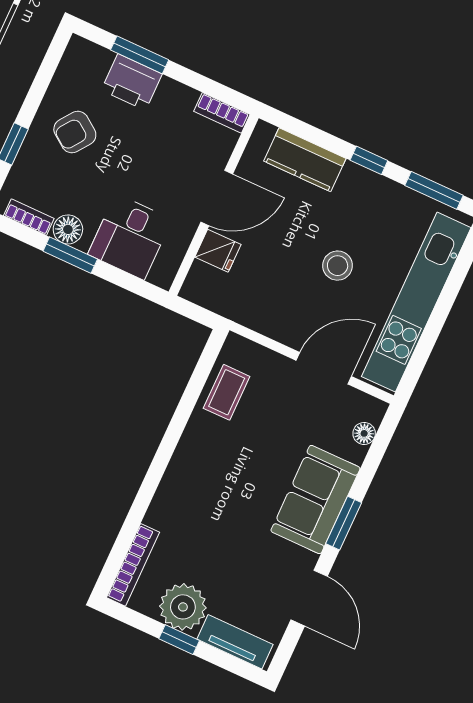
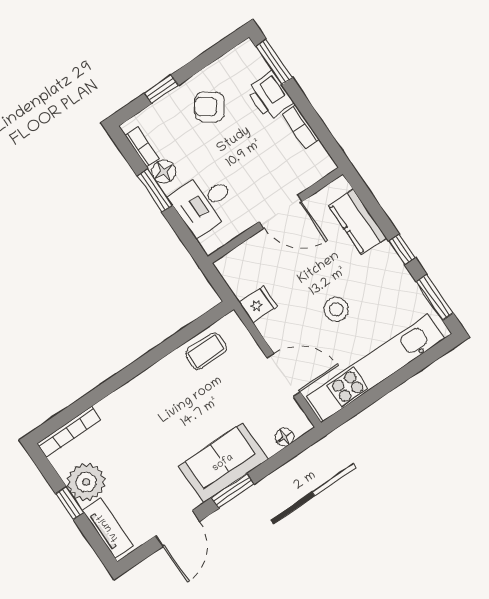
window: (140, 55) -> (274, 62), moved
bookcase: (222, 113) -> (301, 127), moved
fridge: (218, 251) -> (258, 305), moved, turned -90

